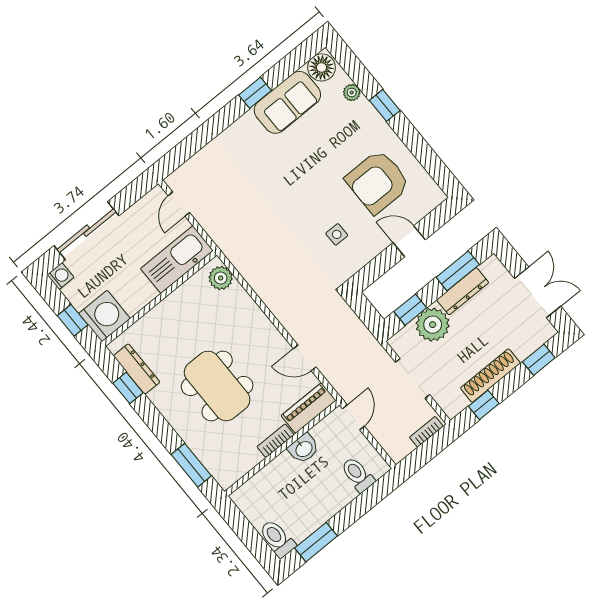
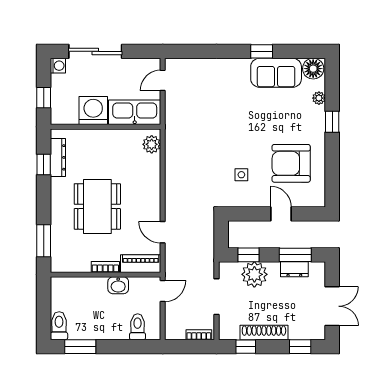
dresser: (463, 291) -> (294, 269), width x0.70
washing machine: (104, 316) -> (93, 111), moved, turned -90

